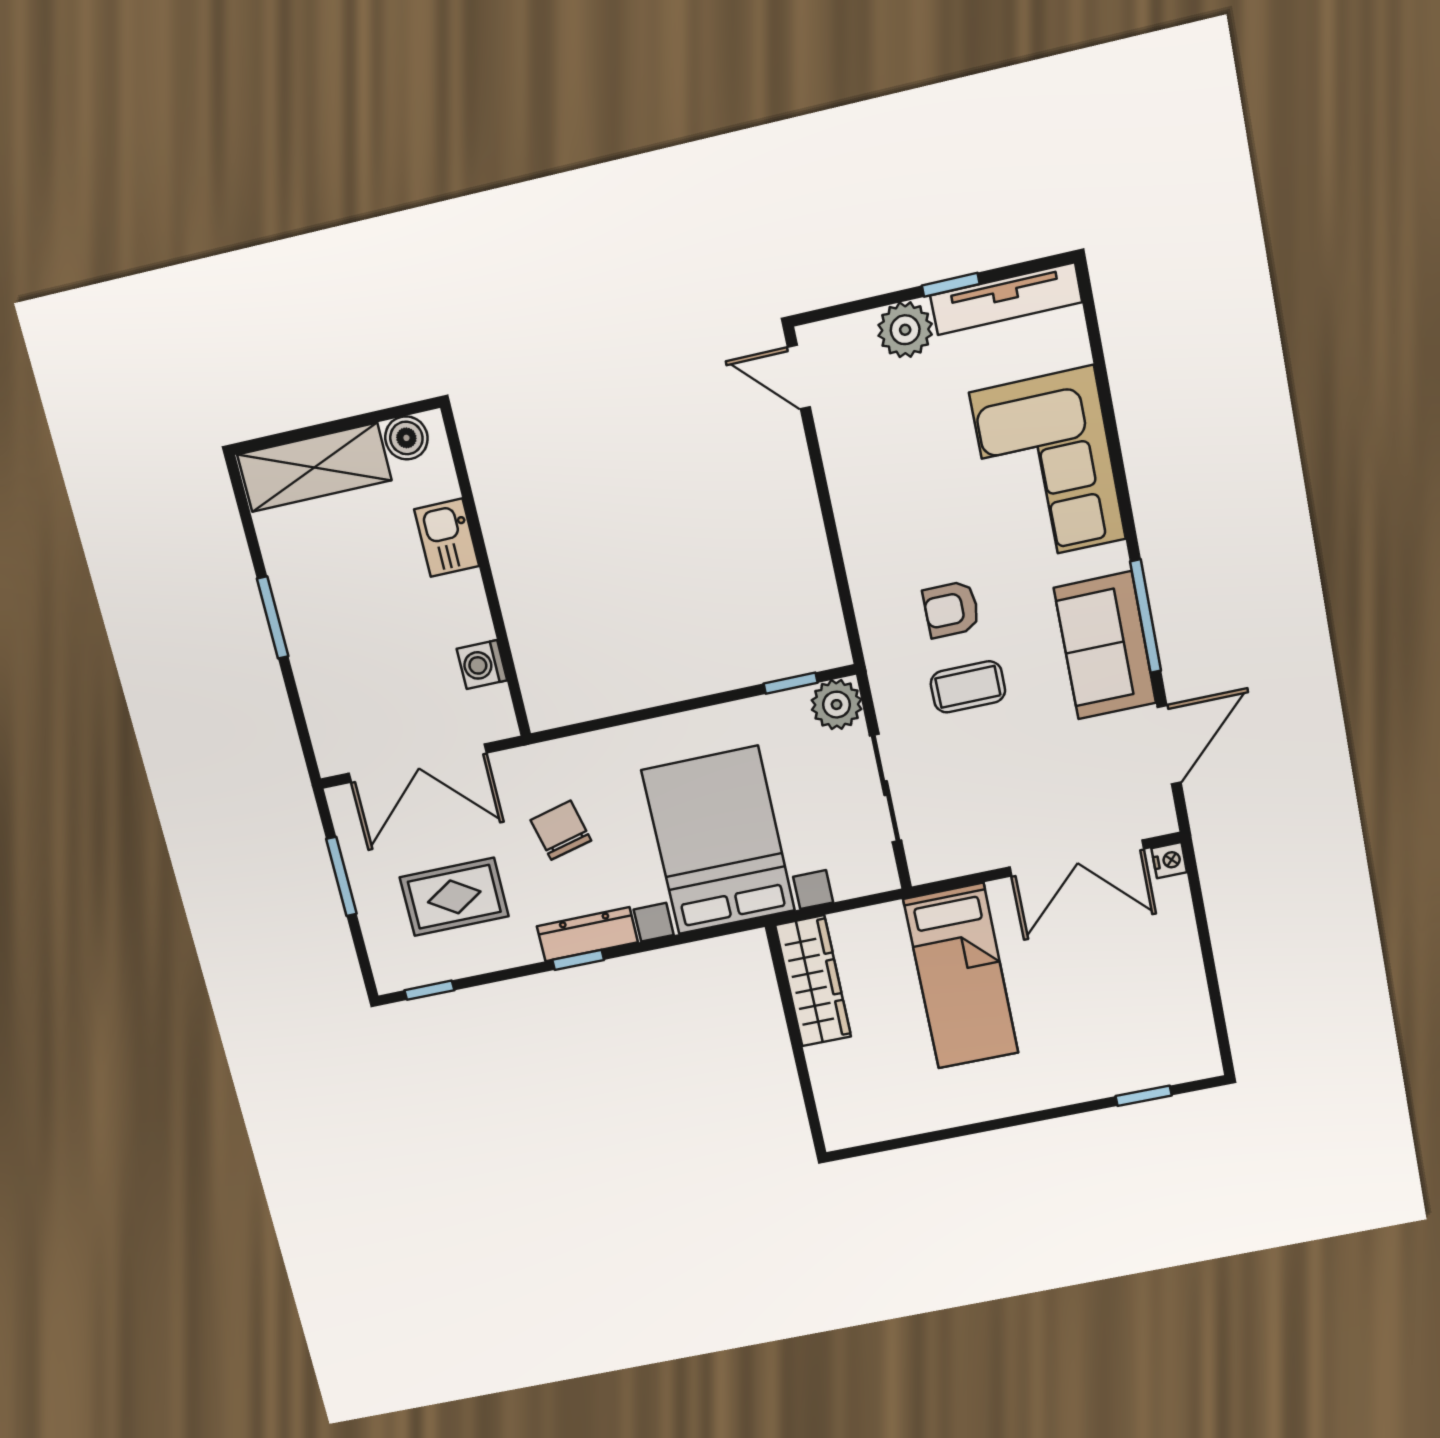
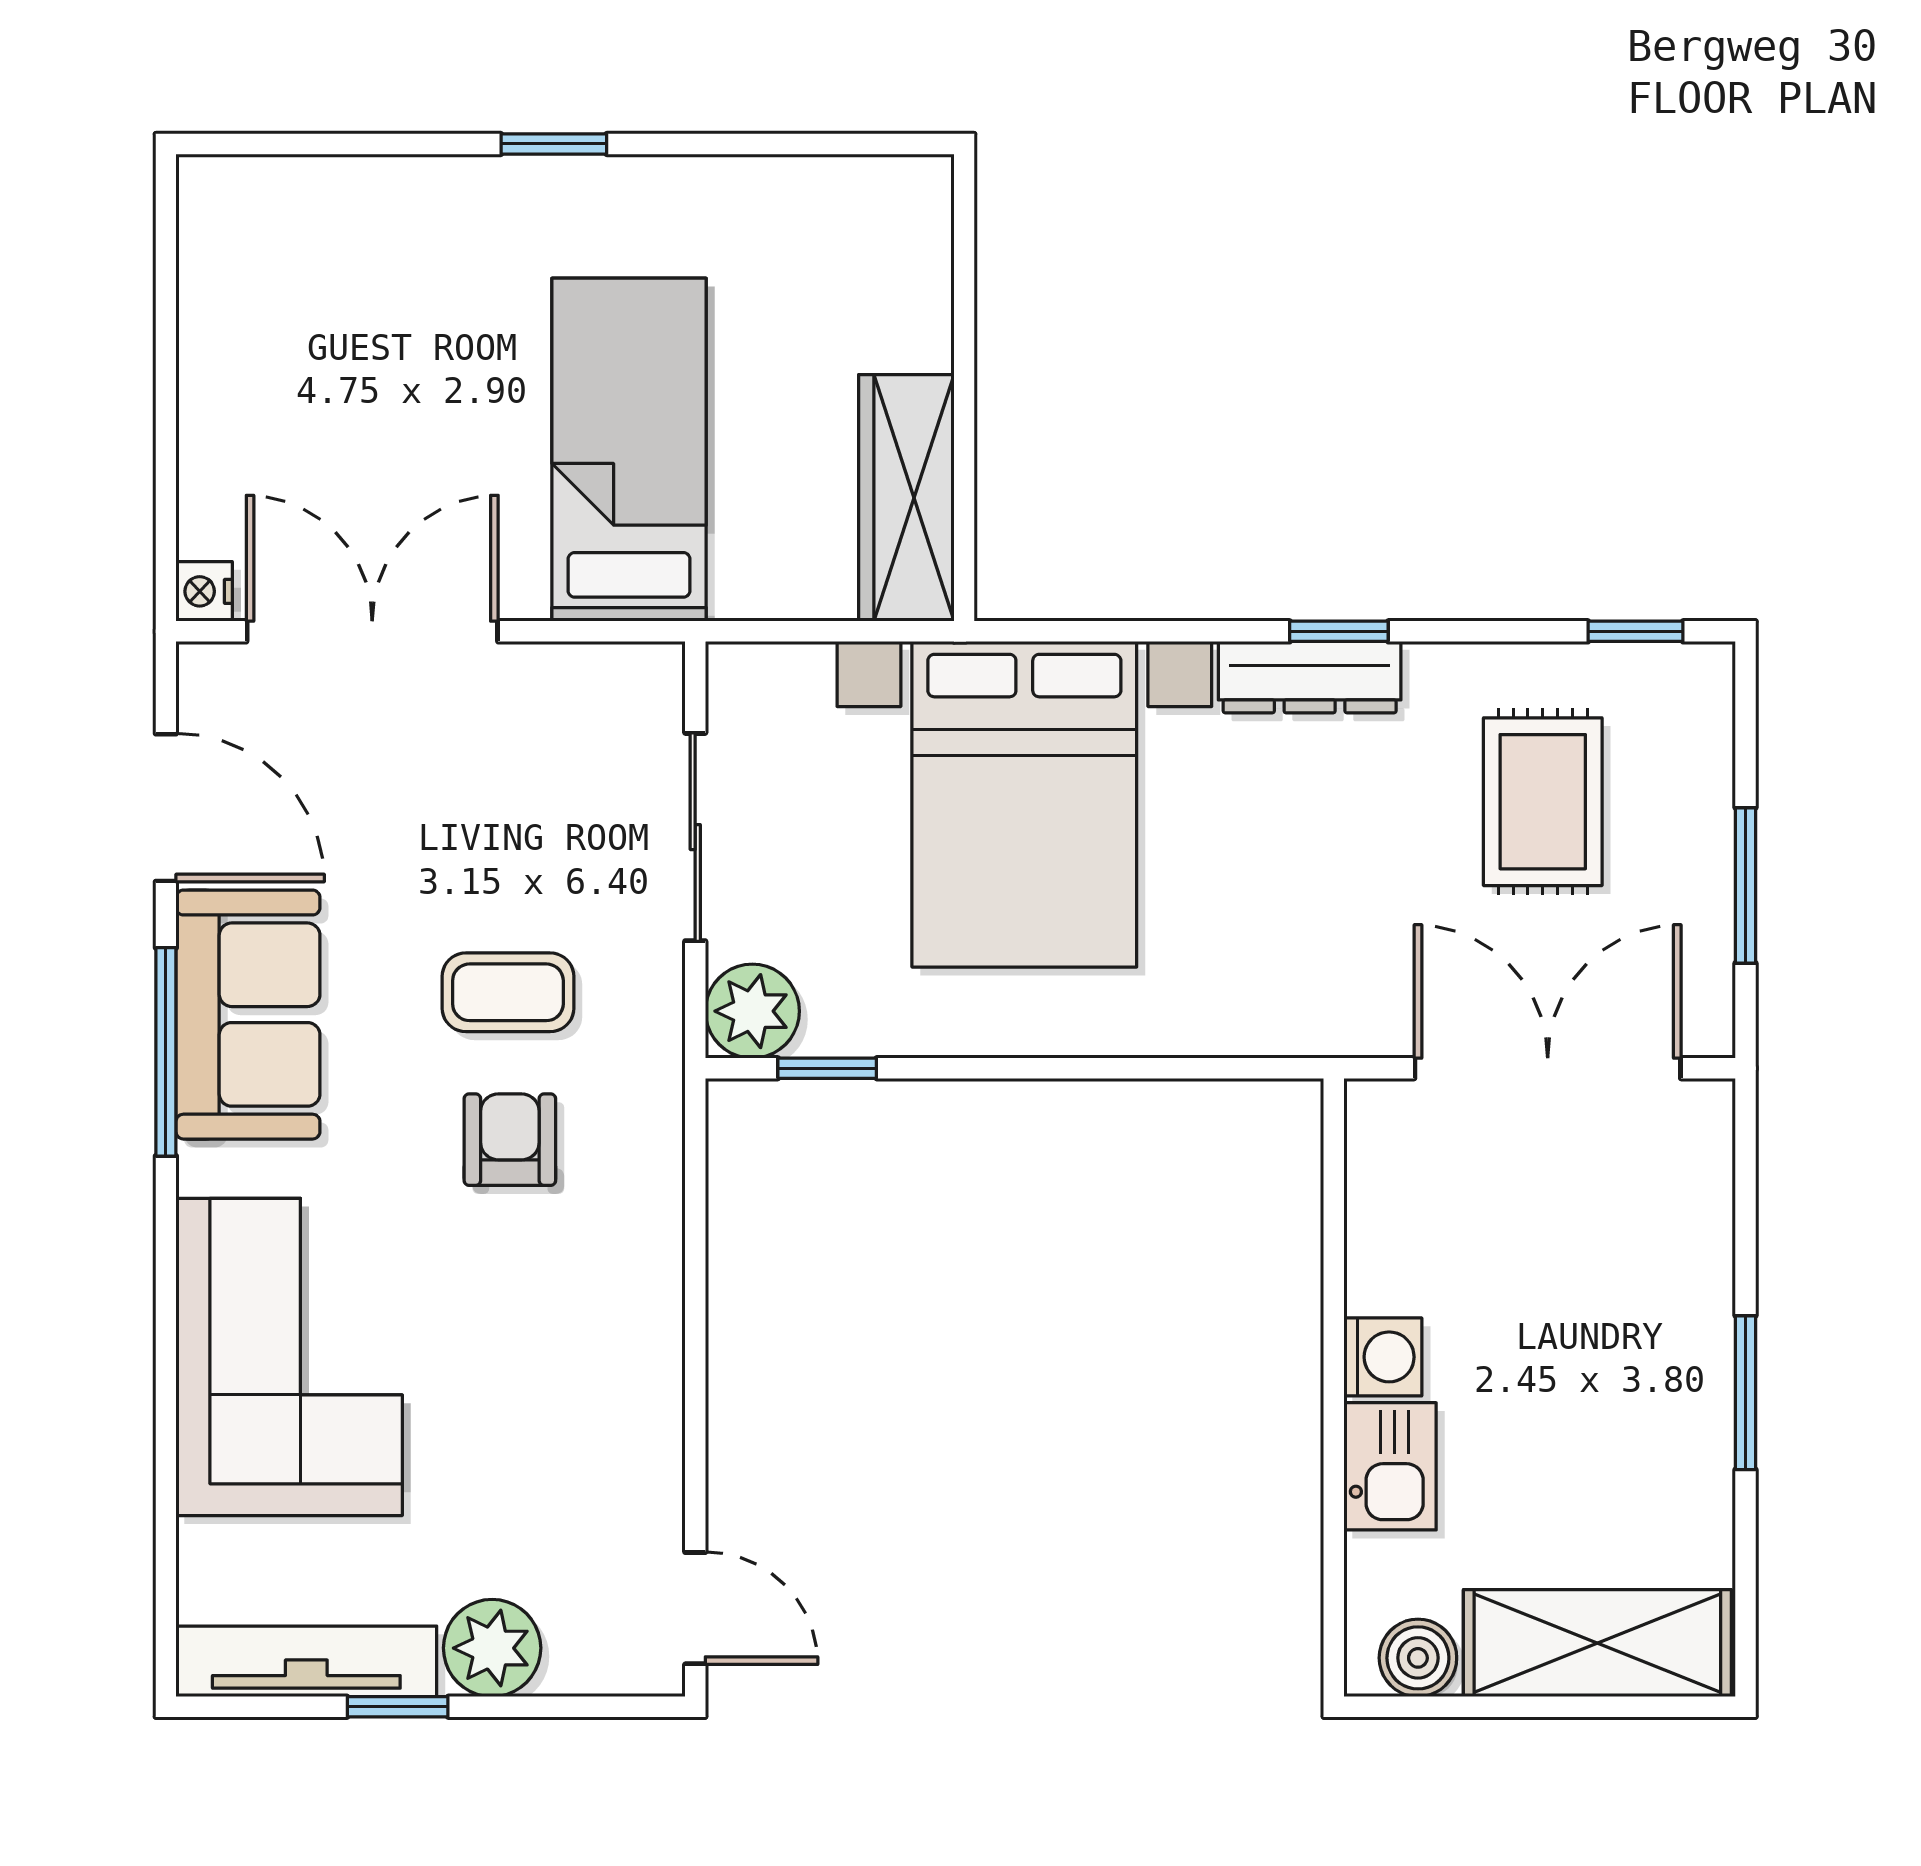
armchair: (951, 609) -> (510, 1140), turned -90
washing machine: (482, 665) -> (1383, 1357), moved
door: (1169, 745) -> (166, 808), swing flipped
chair: (561, 830) -> (1312, 886), removed
rug: (454, 897) -> (1543, 802), turned 90
window: (1144, 1096) -> (554, 144), moved

